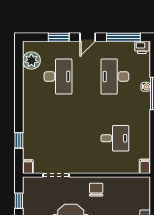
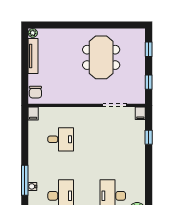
desk: (115, 138) -> (61, 139), turned 180
chair: (96, 190) -> (35, 92), moved

